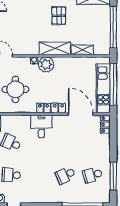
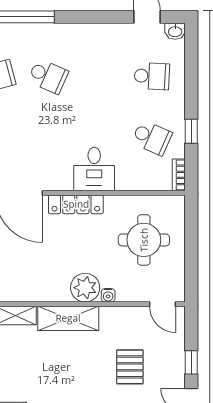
pallet: (59, 16) -> (130, 367), moved
school desk: (65, 175) -> (48, 76), turned 48

